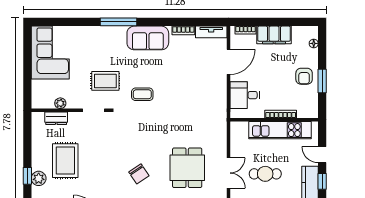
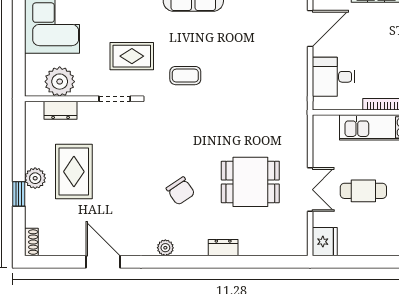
plant: (60, 103) -> (60, 82), width x1.87, depth x1.87
dining table: (187, 168) -> (250, 182), turned 90
plant: (39, 178) -> (35, 178), moved

